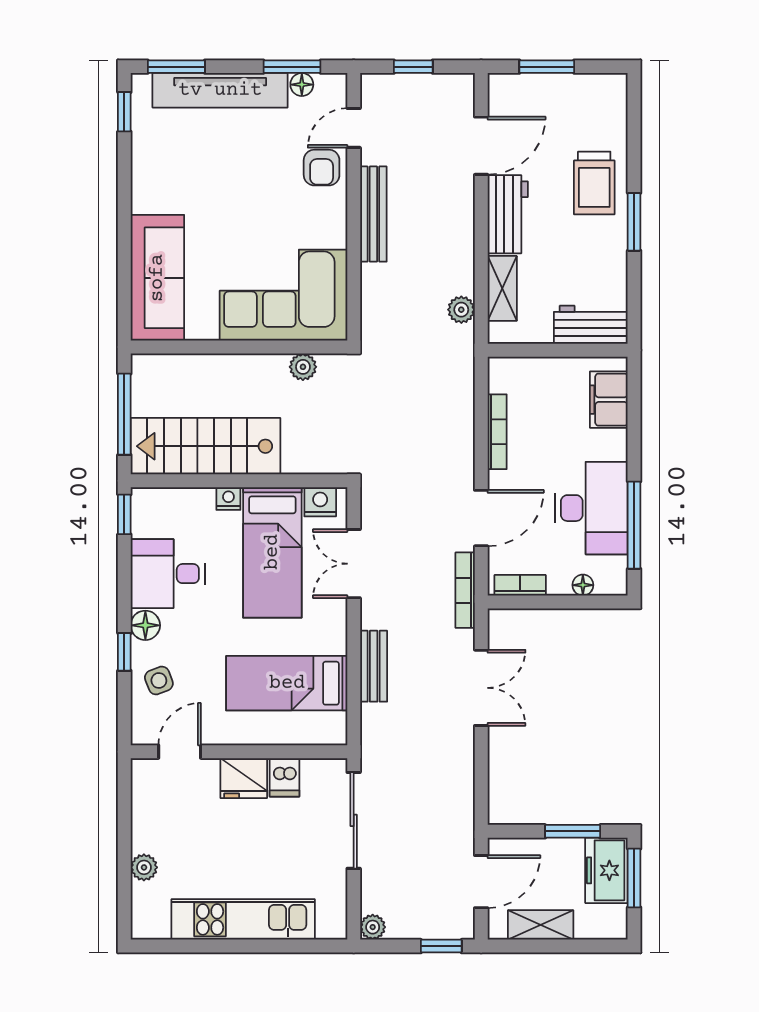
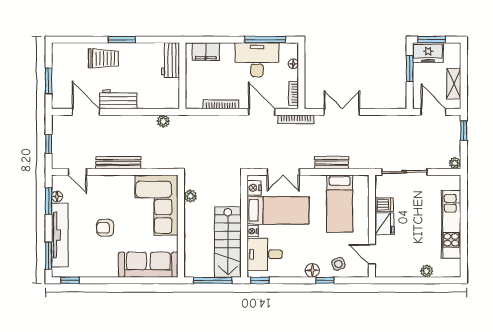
armchair: (322, 168) -> (105, 228), moved, turned 180
shelving: (502, 288) -> (153, 102), removed
desk: (168, 574) -> (265, 254), moved, turned 90

